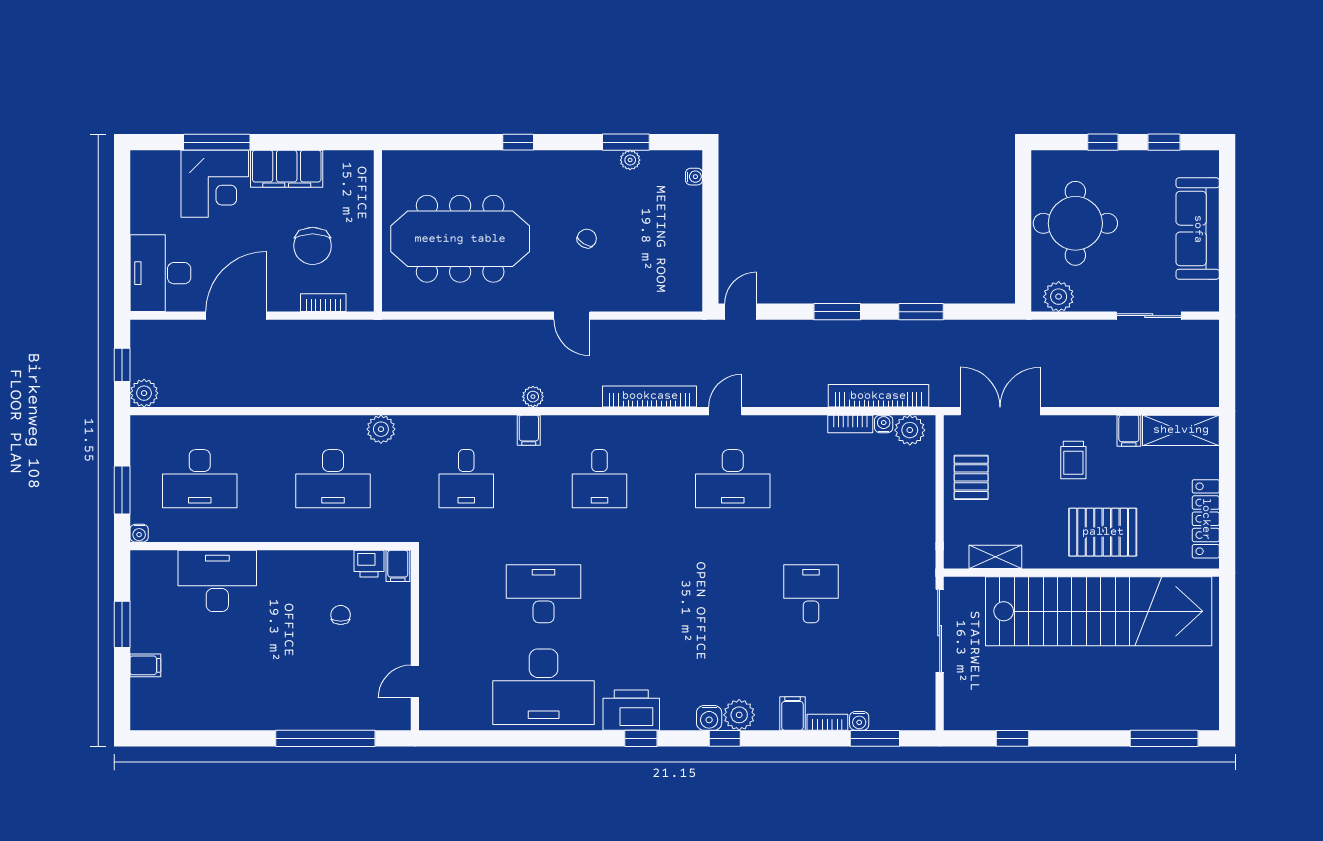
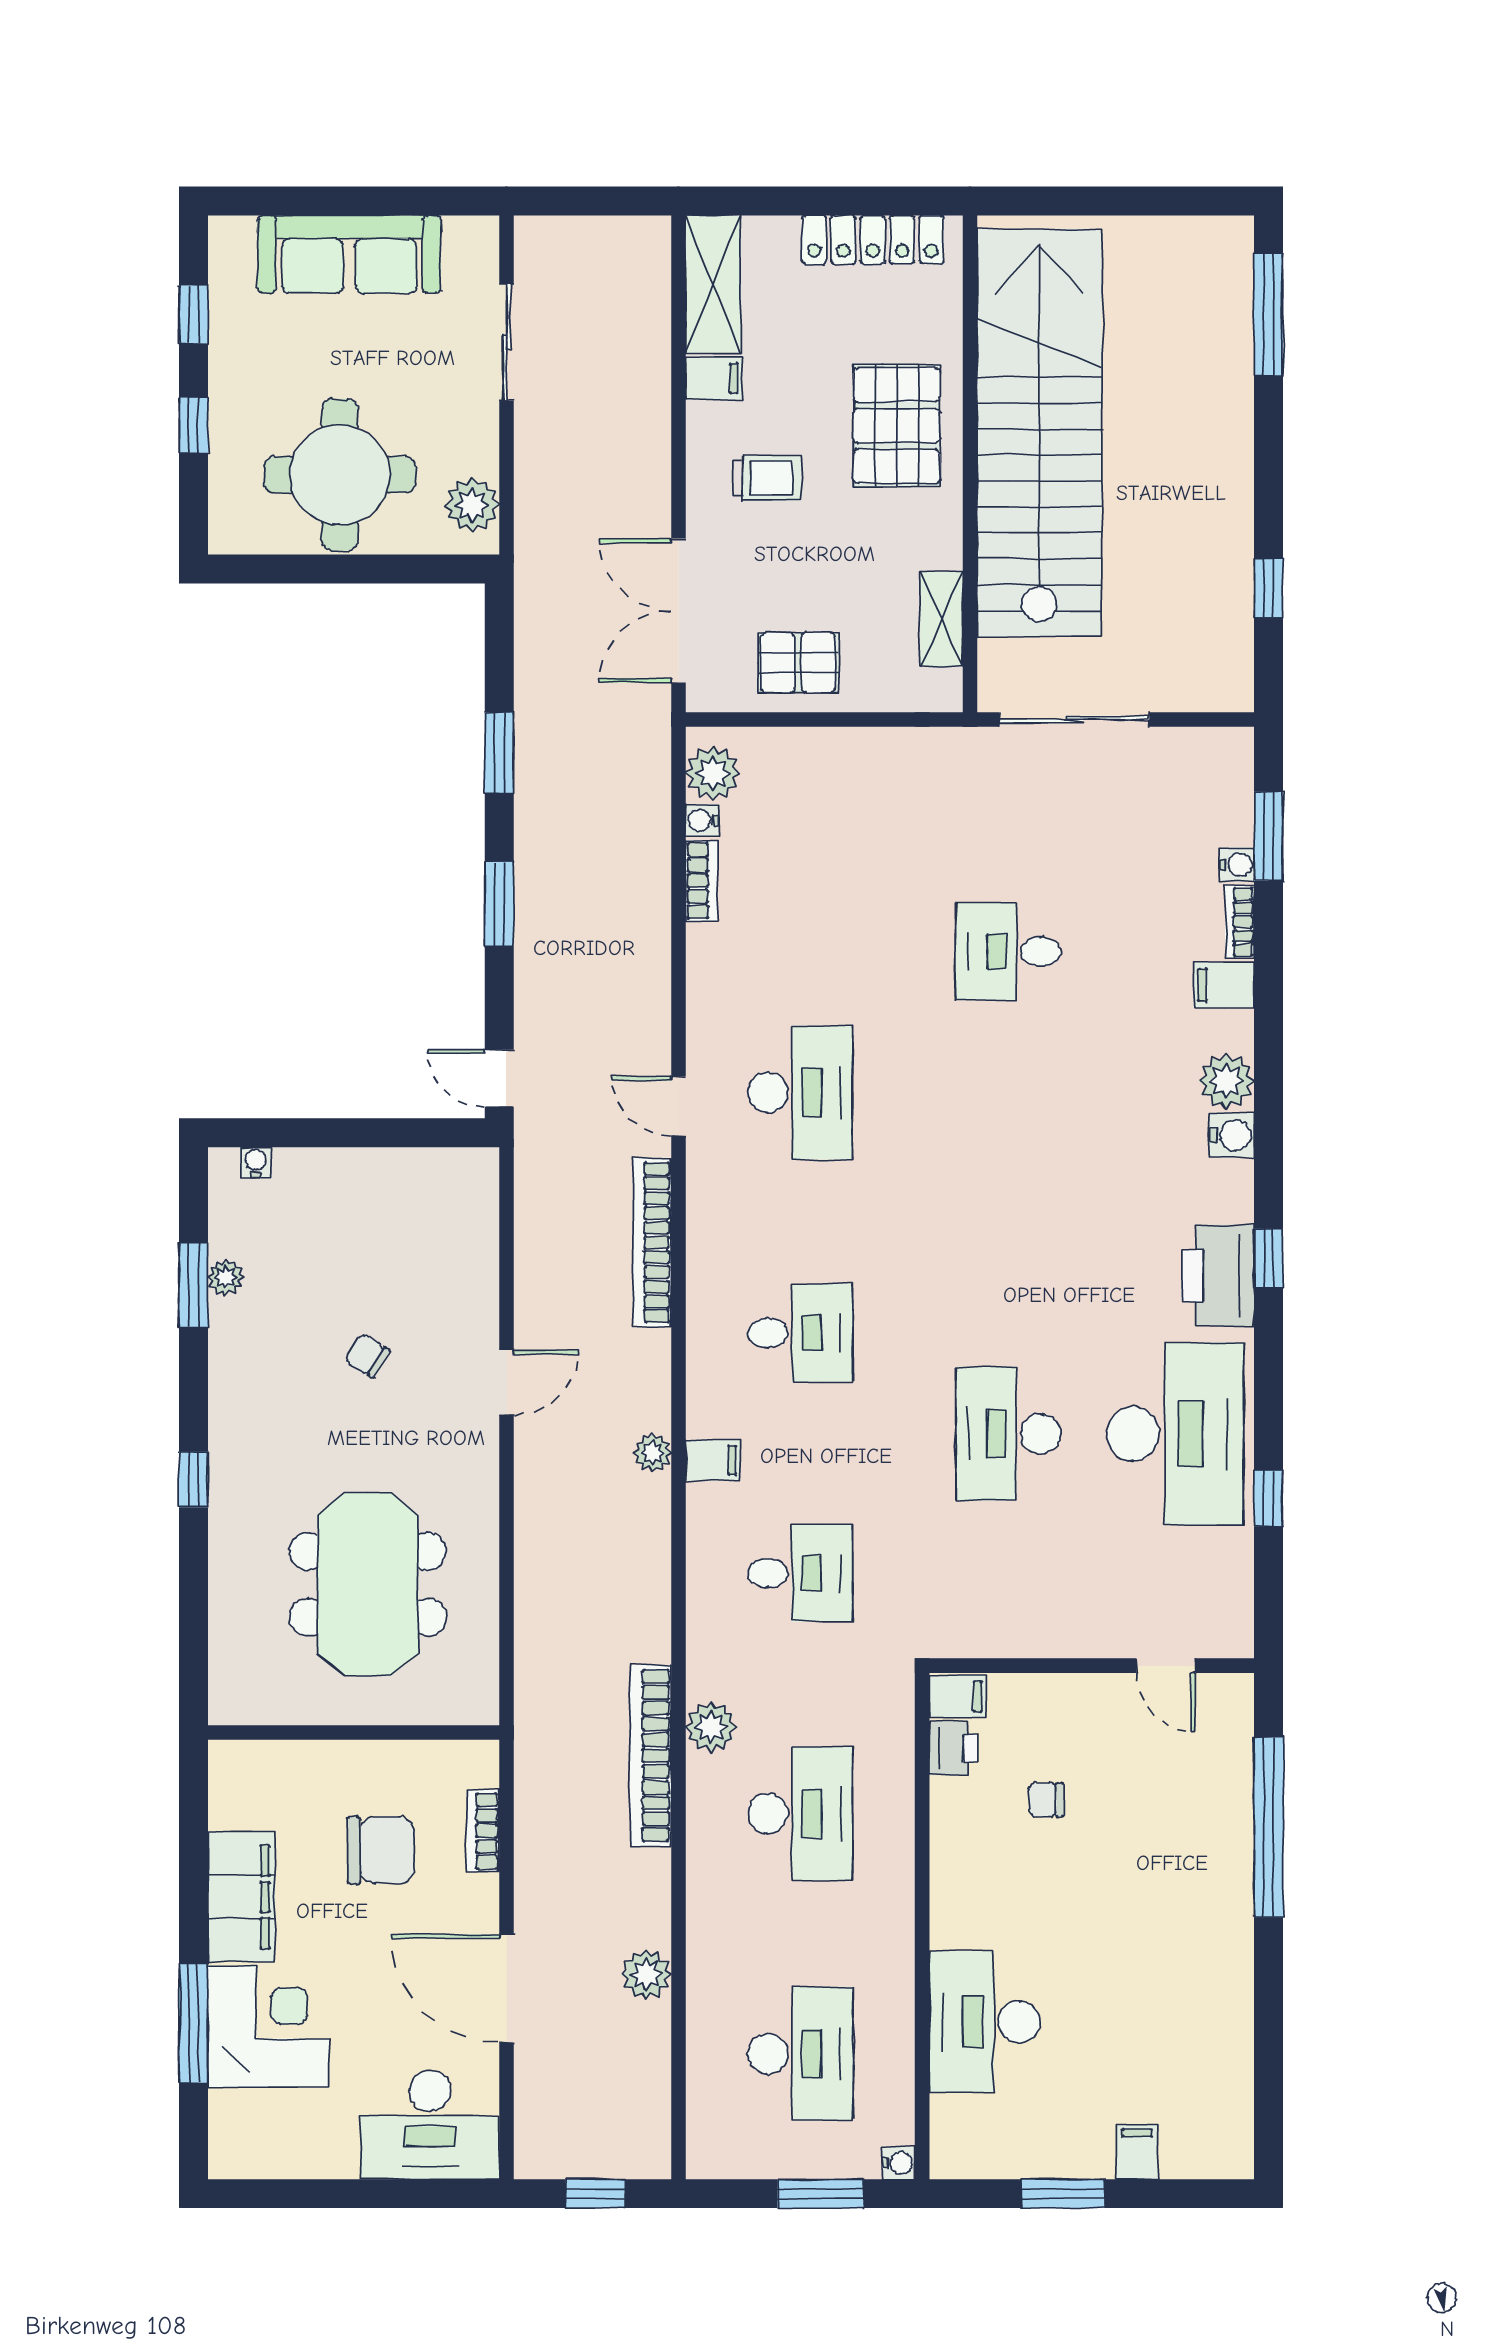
meeting table: (460, 239) -> (368, 1584), width x0.73
plant: (144, 393) -> (646, 1974), moved
bookcase: (878, 396) -> (651, 1756), moved
window: (725, 738) -> (1269, 1498), moved

